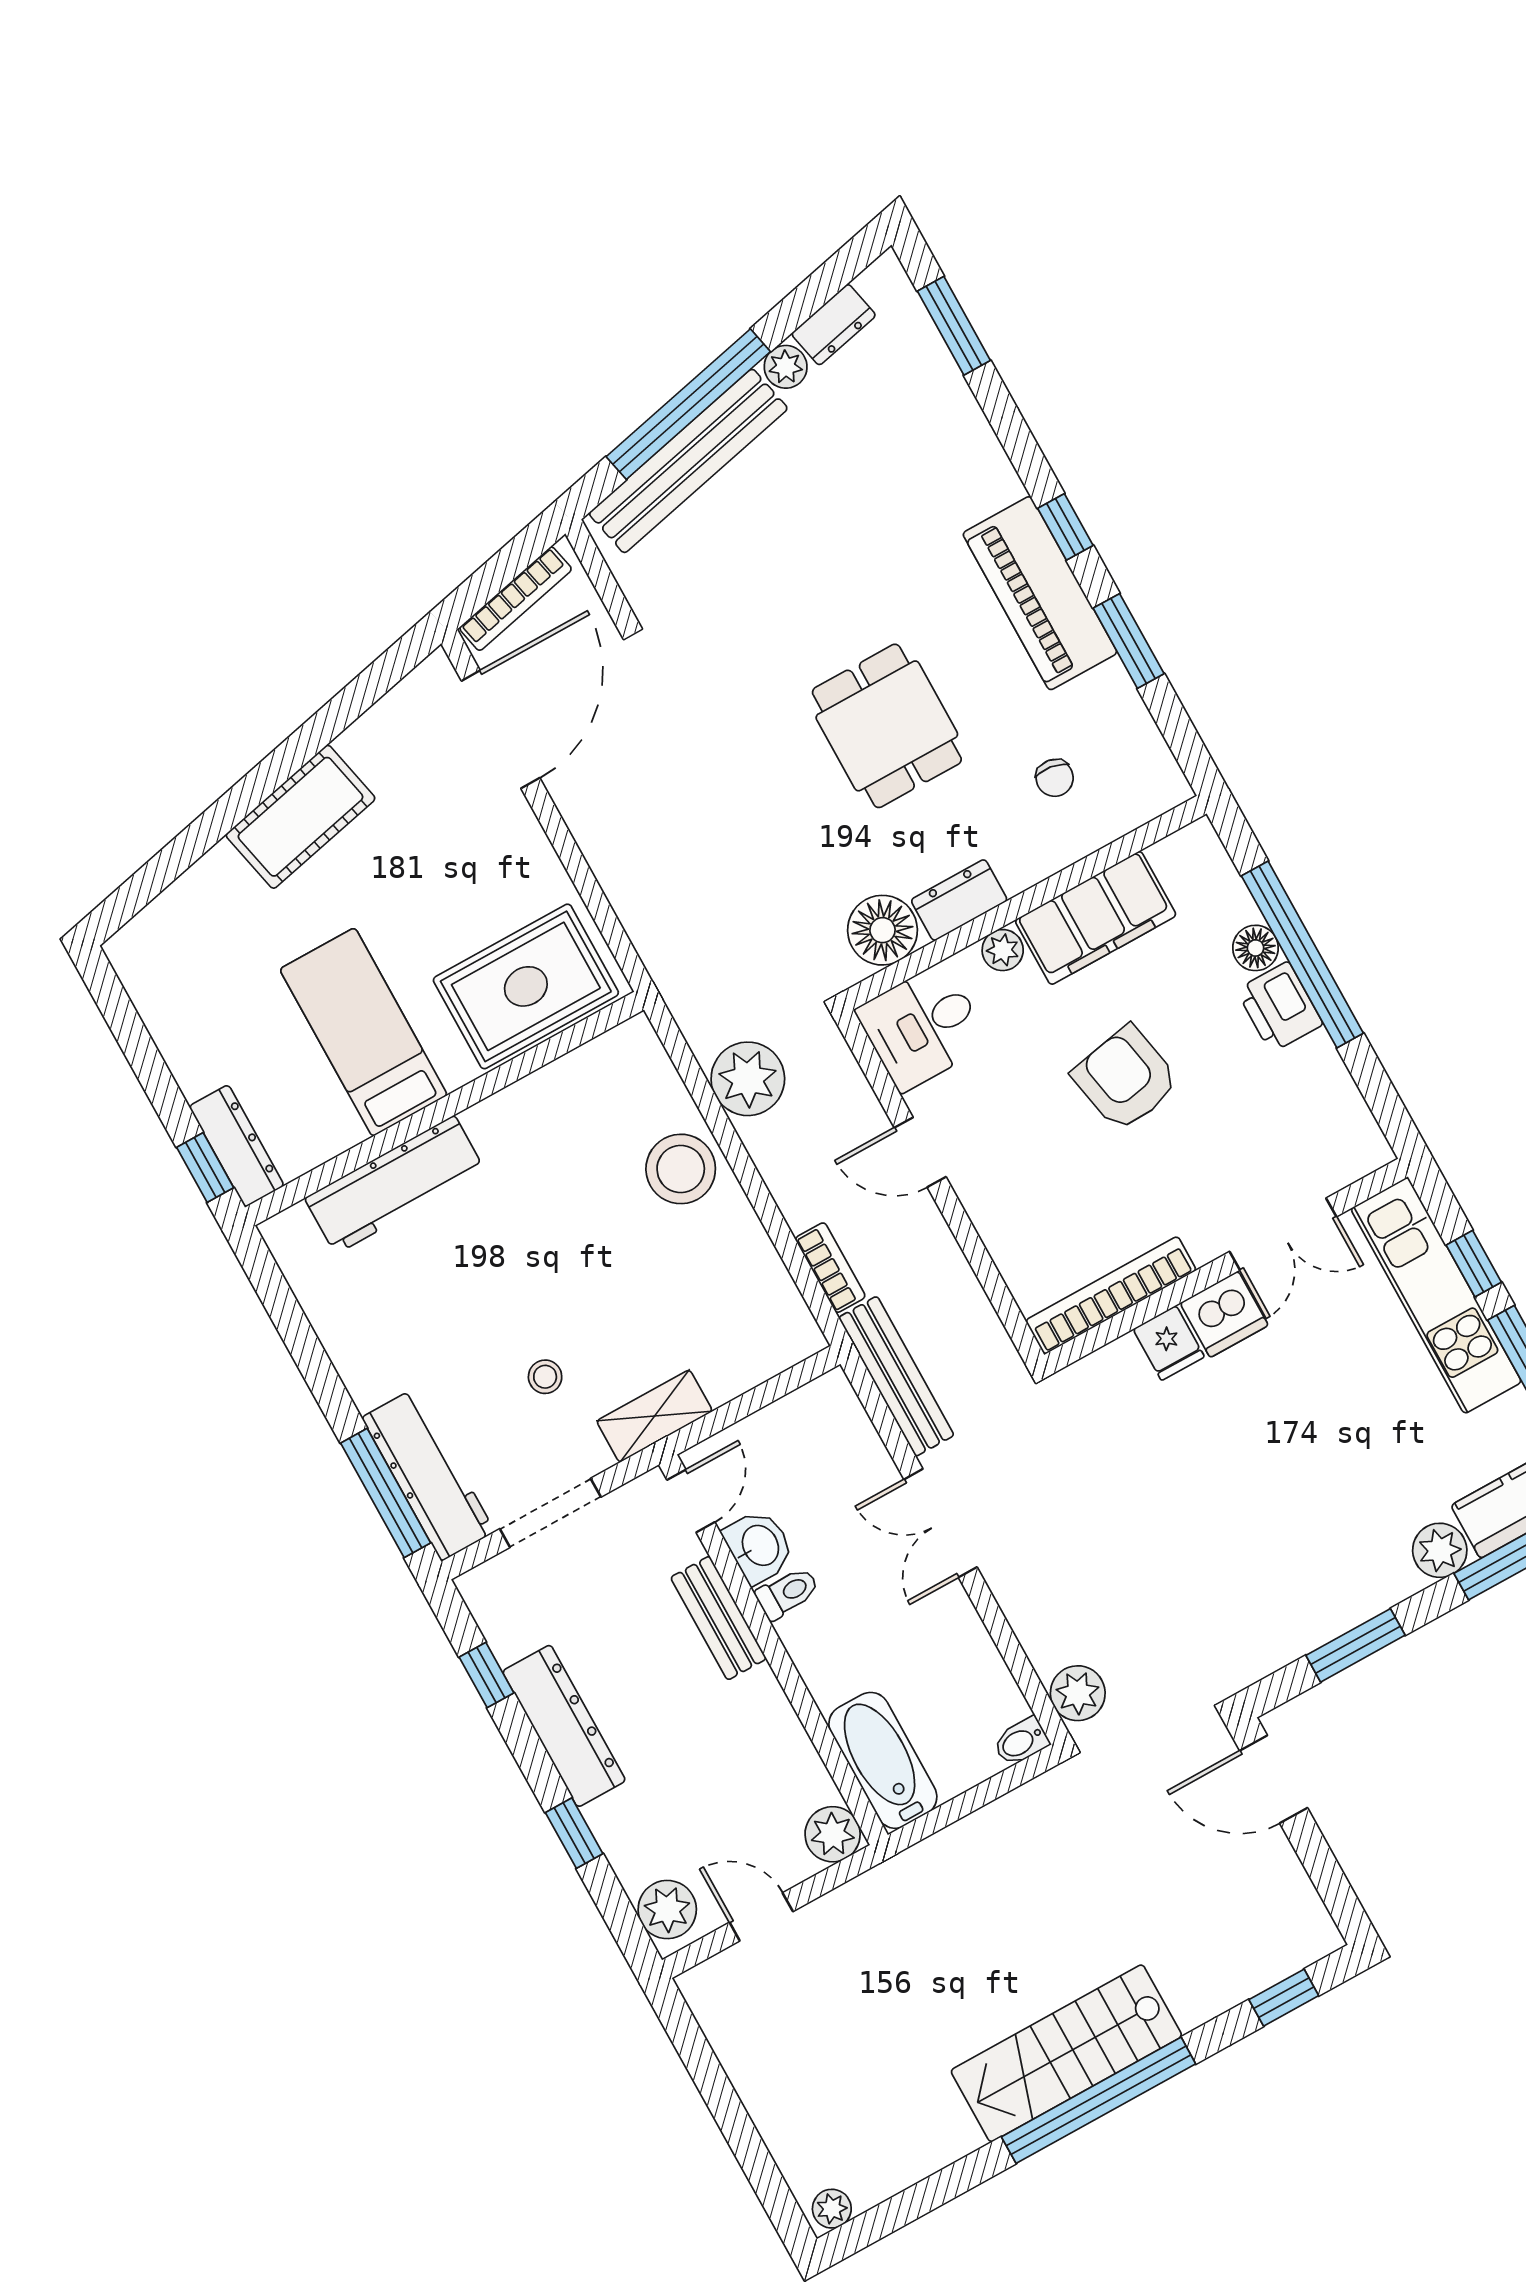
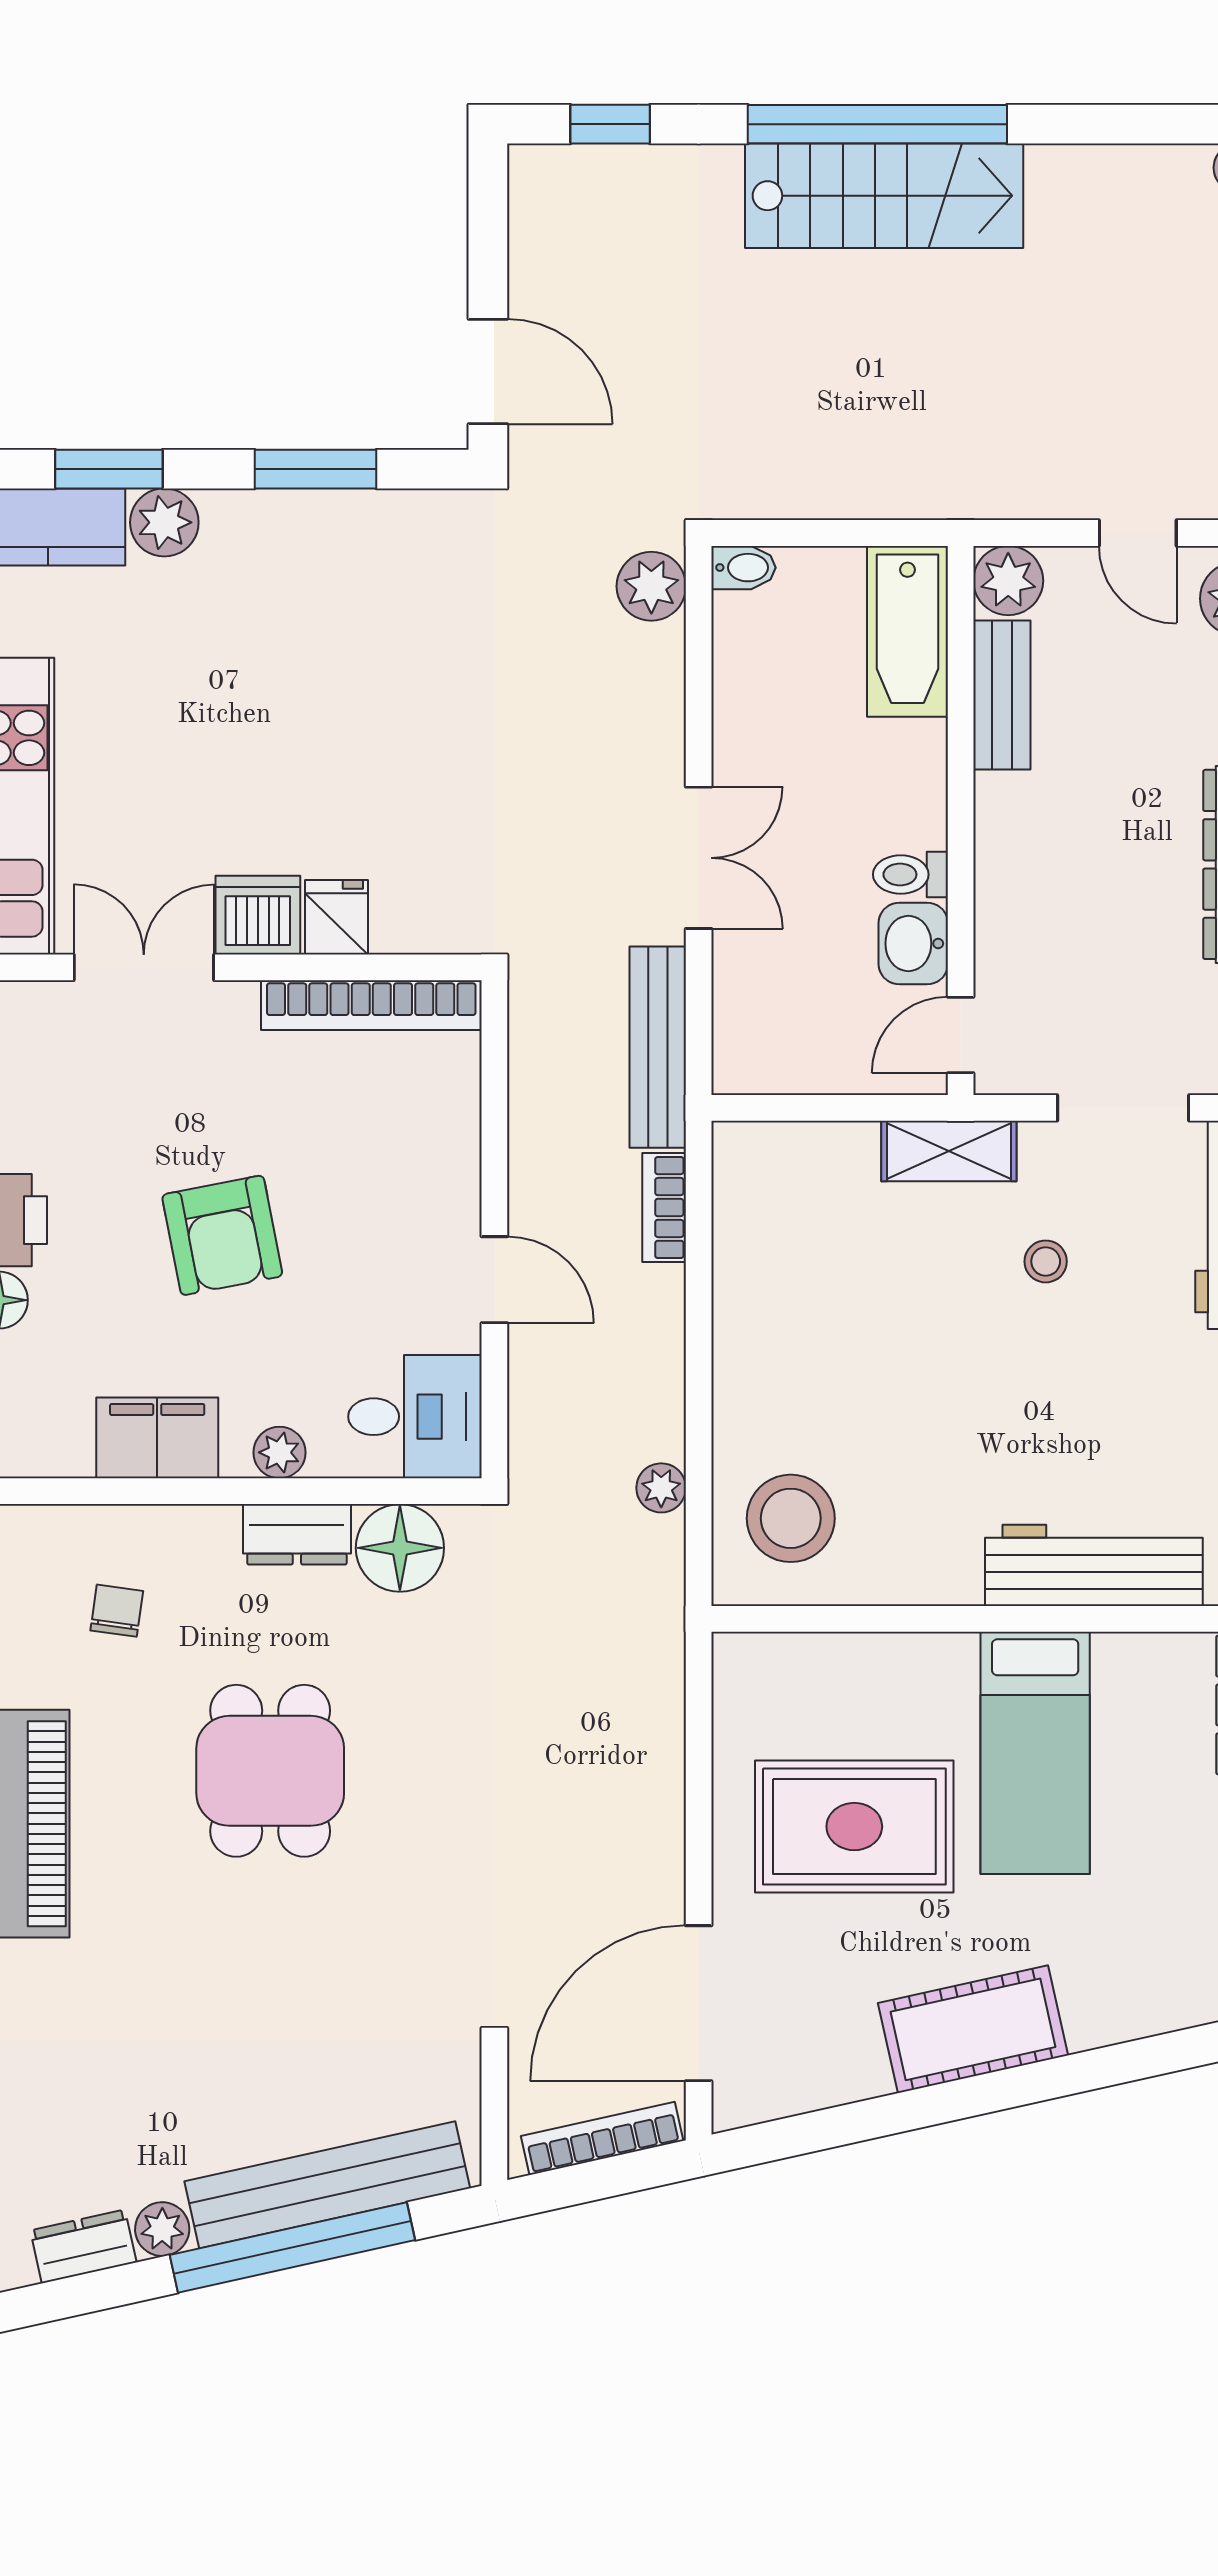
filing cabinet: (1096, 918) -> (157, 1438), width x0.67, depth x0.86
rug: (526, 986) -> (854, 1827), moved
plant: (748, 1079) -> (661, 1488), width x0.53, depth x0.53
stool: (681, 1169) -> (791, 1518), moved
bench: (719, 1618) -> (1002, 695), moved

